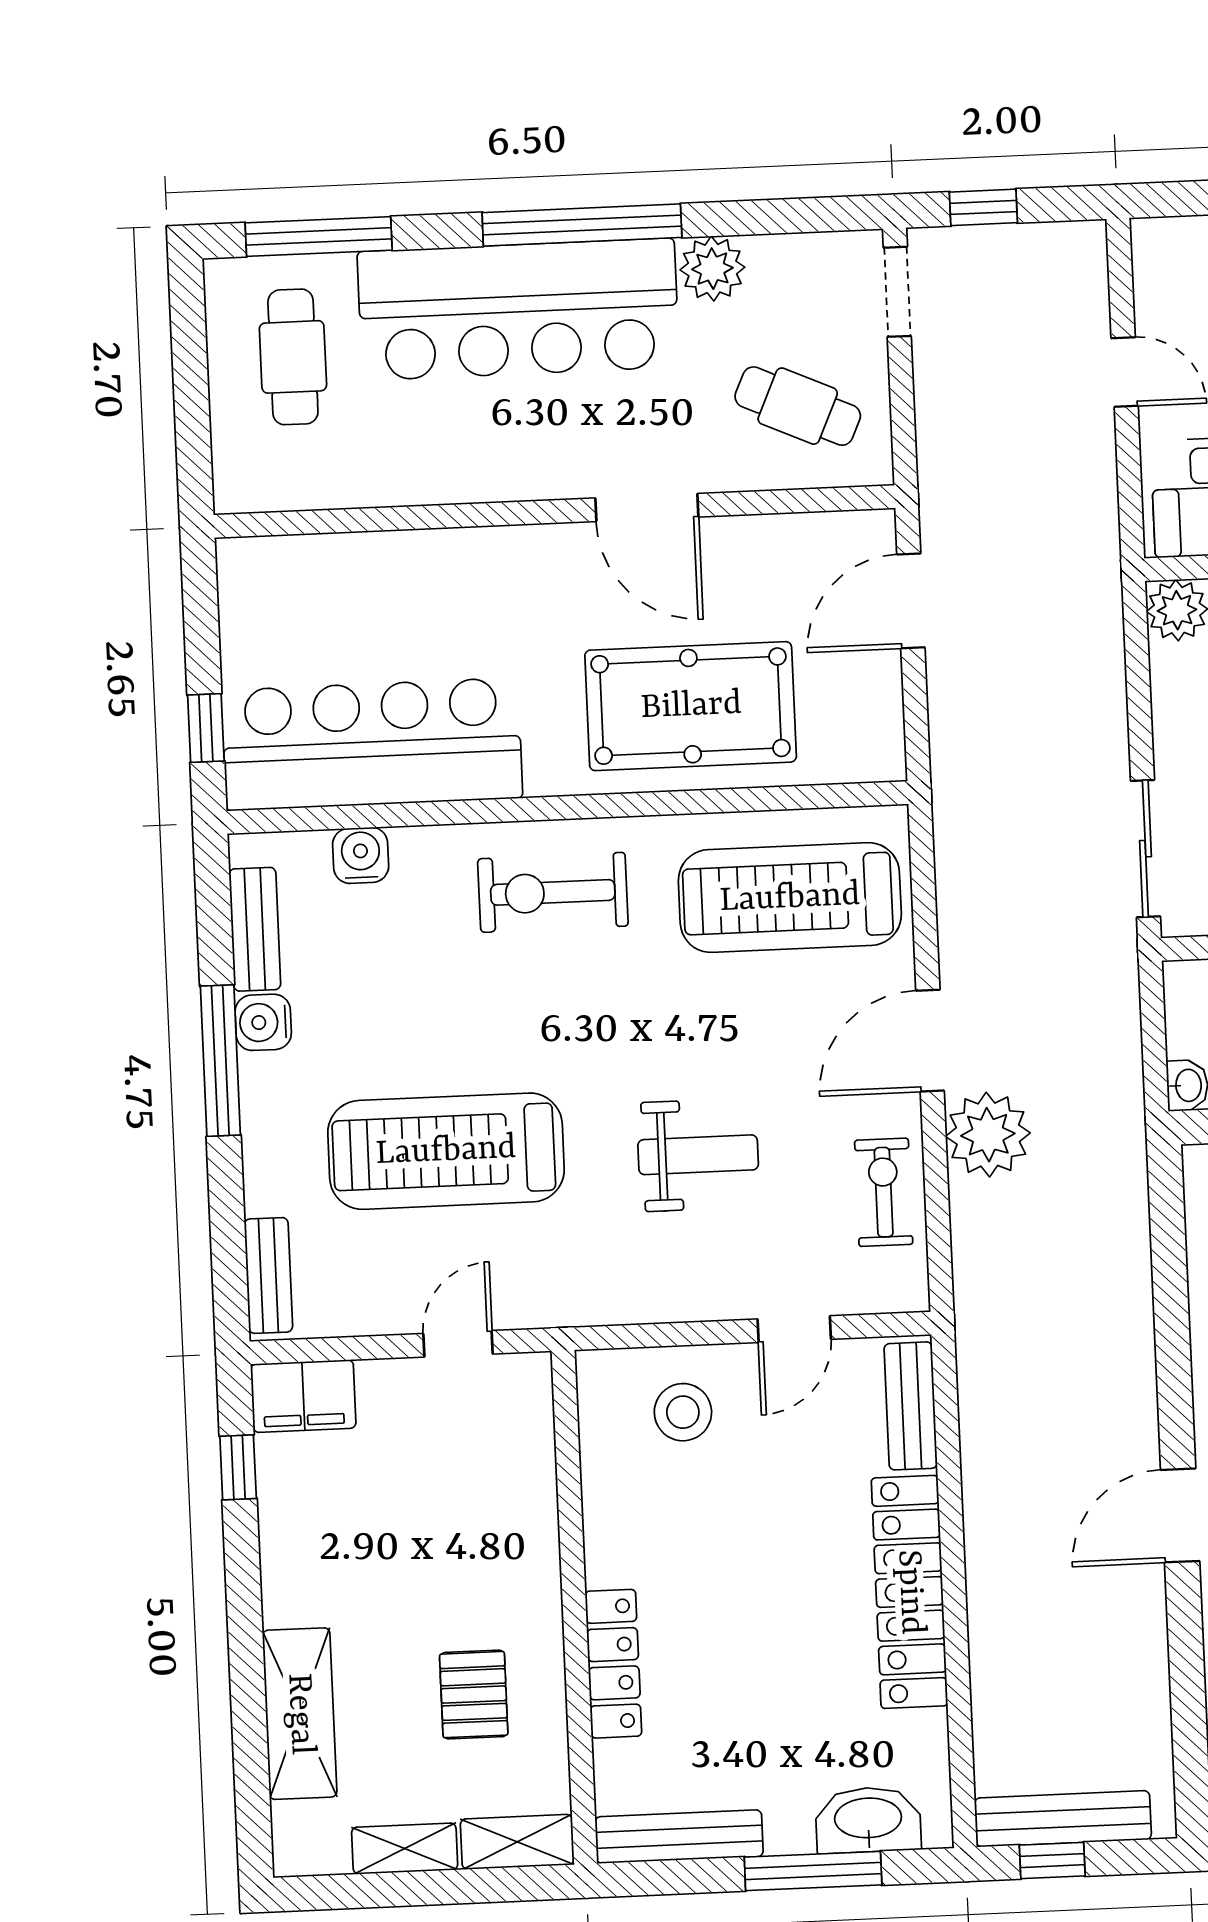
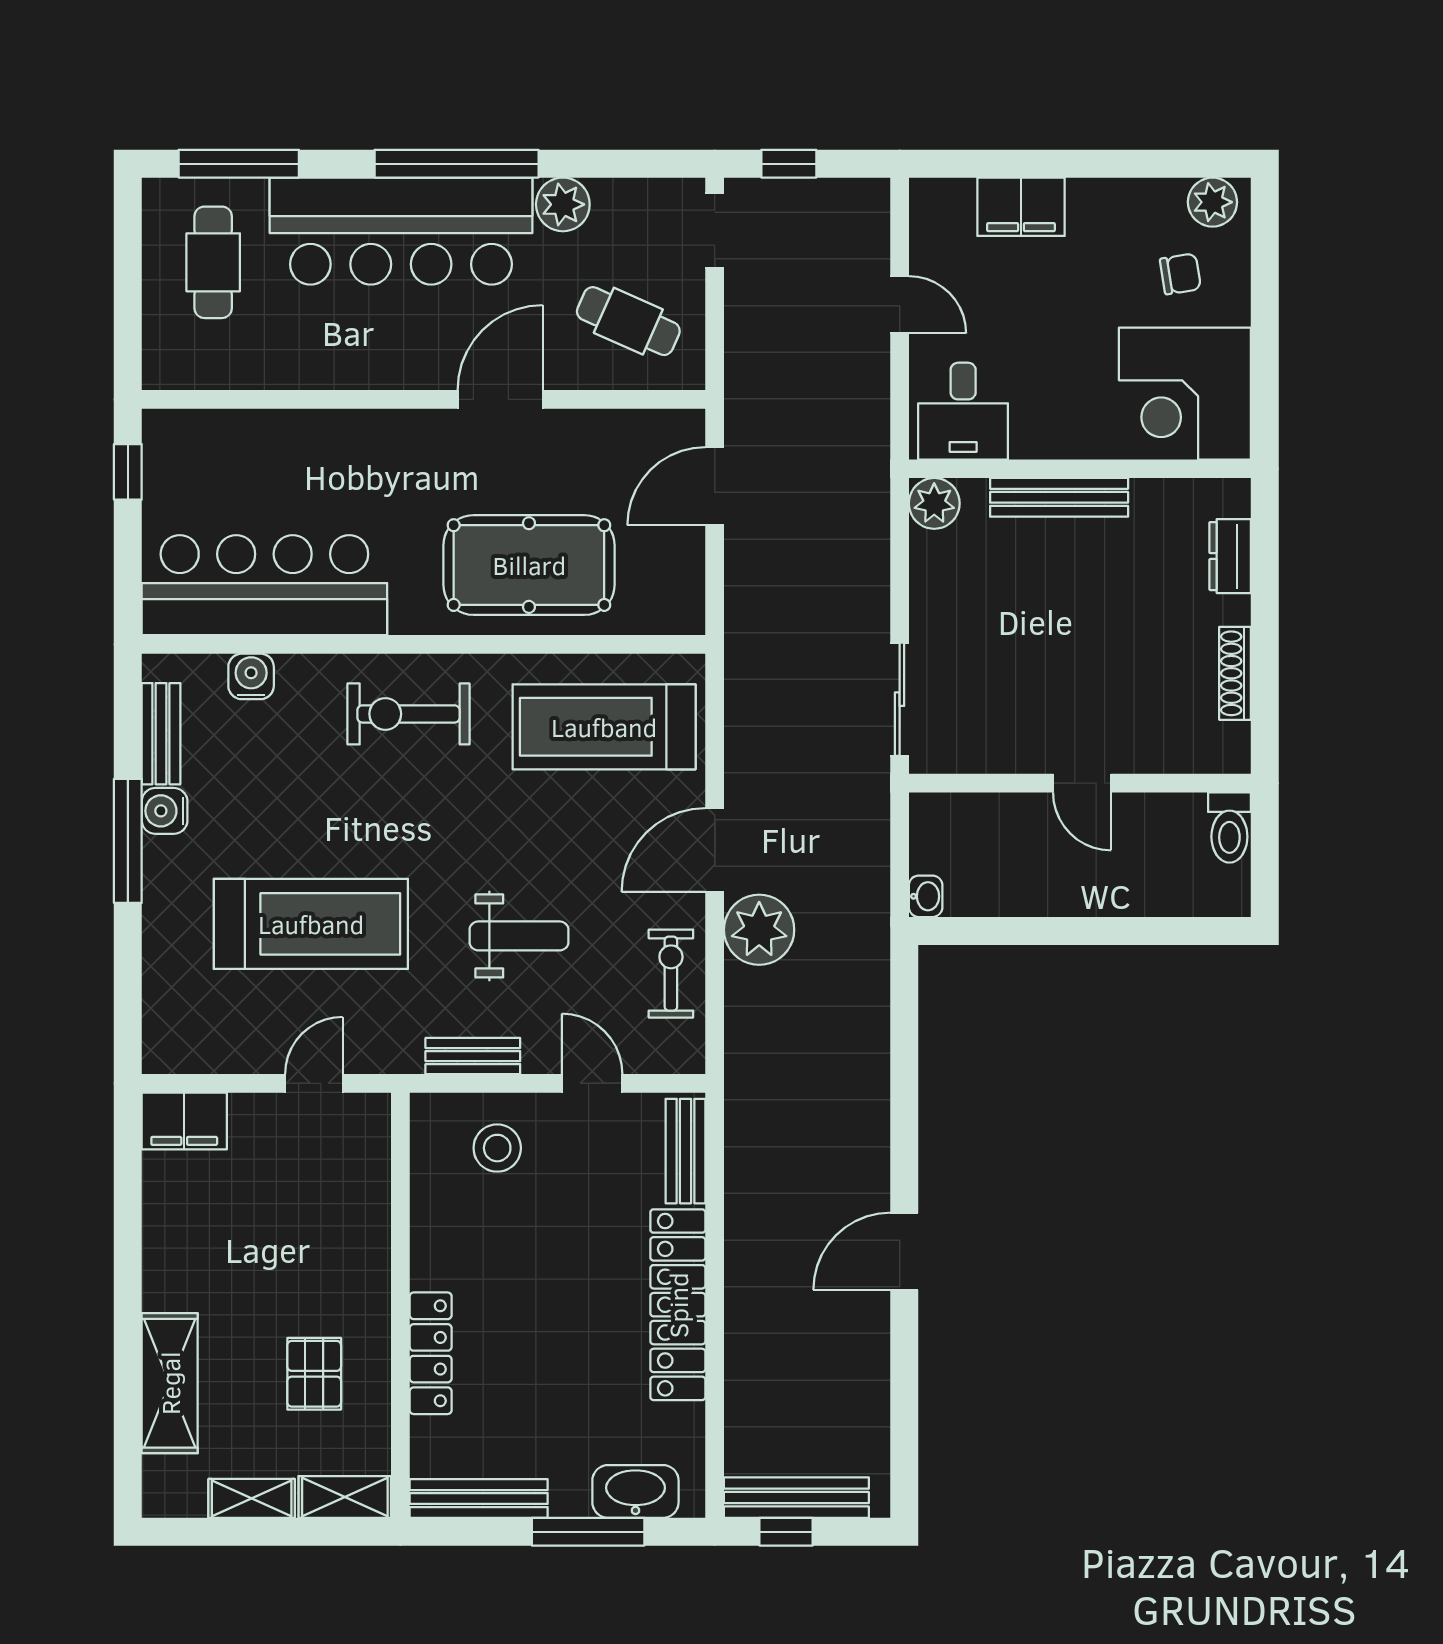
door: (647, 507) -> (500, 399), swing flipped
window: (206, 728) -> (128, 472), moved
treadmill: (446, 1151) -> (311, 924), turned 180
bench: (268, 1275) -> (473, 1056), moved, turned 90
door: (794, 1329) -> (592, 1083), swing flipped
window: (238, 1467) -> (128, 1178), removed

